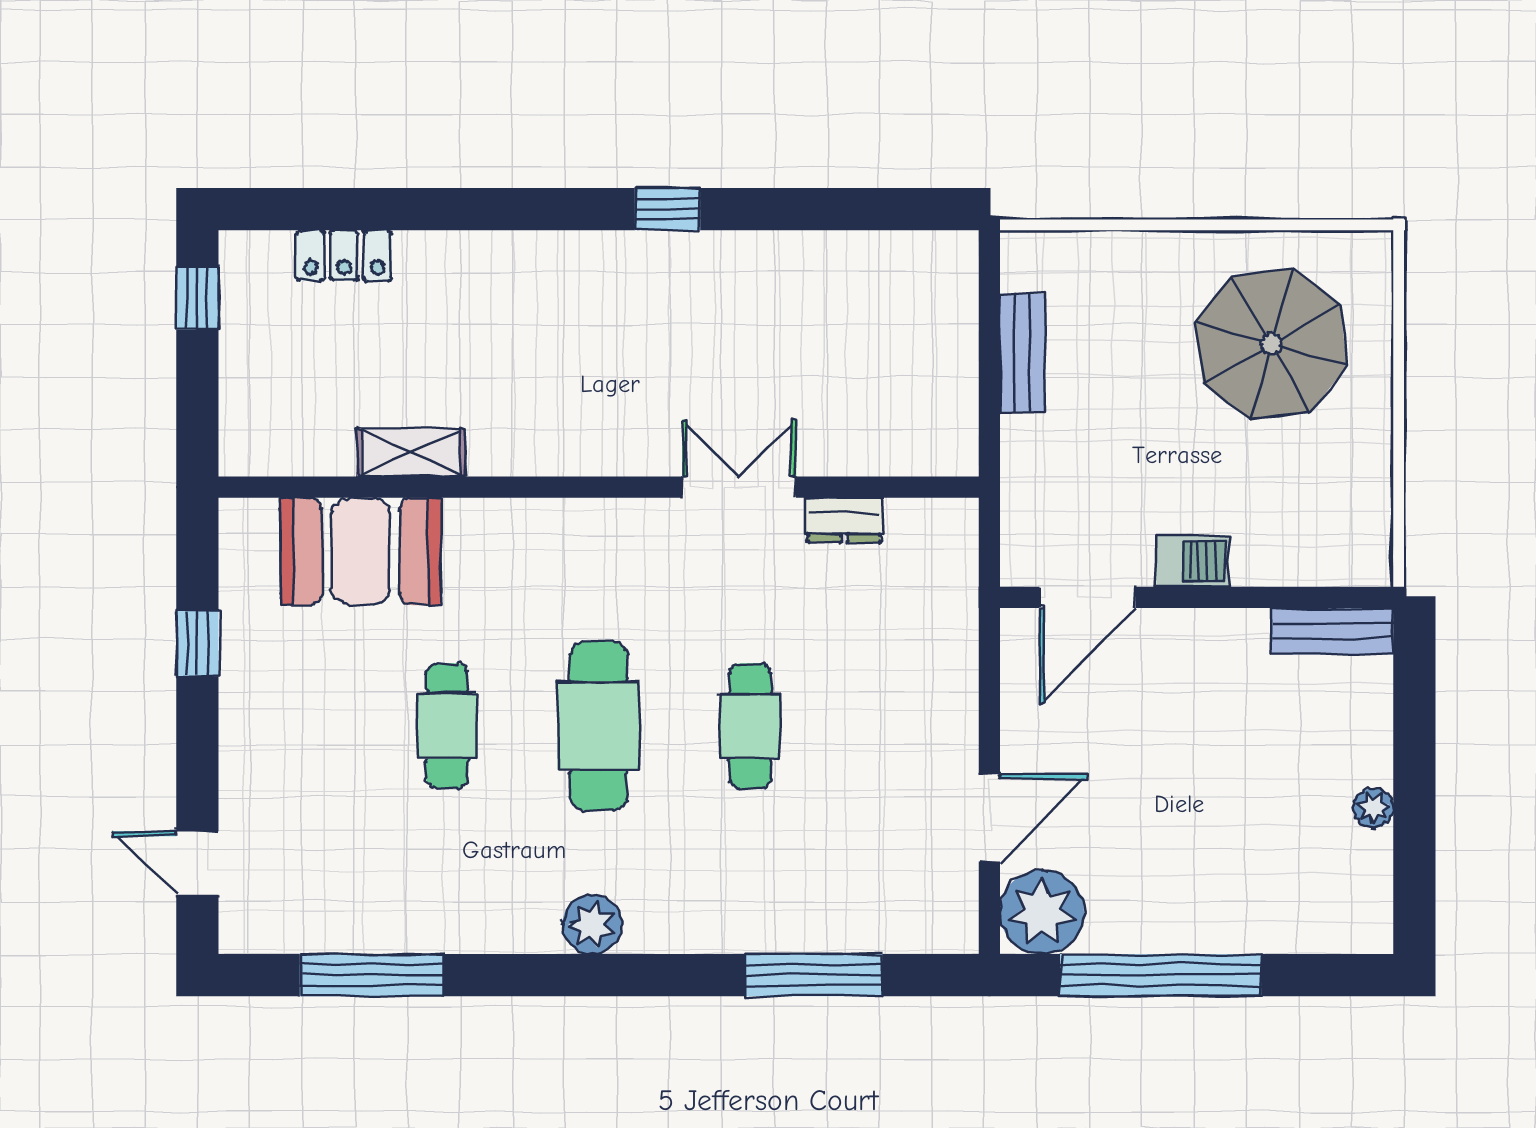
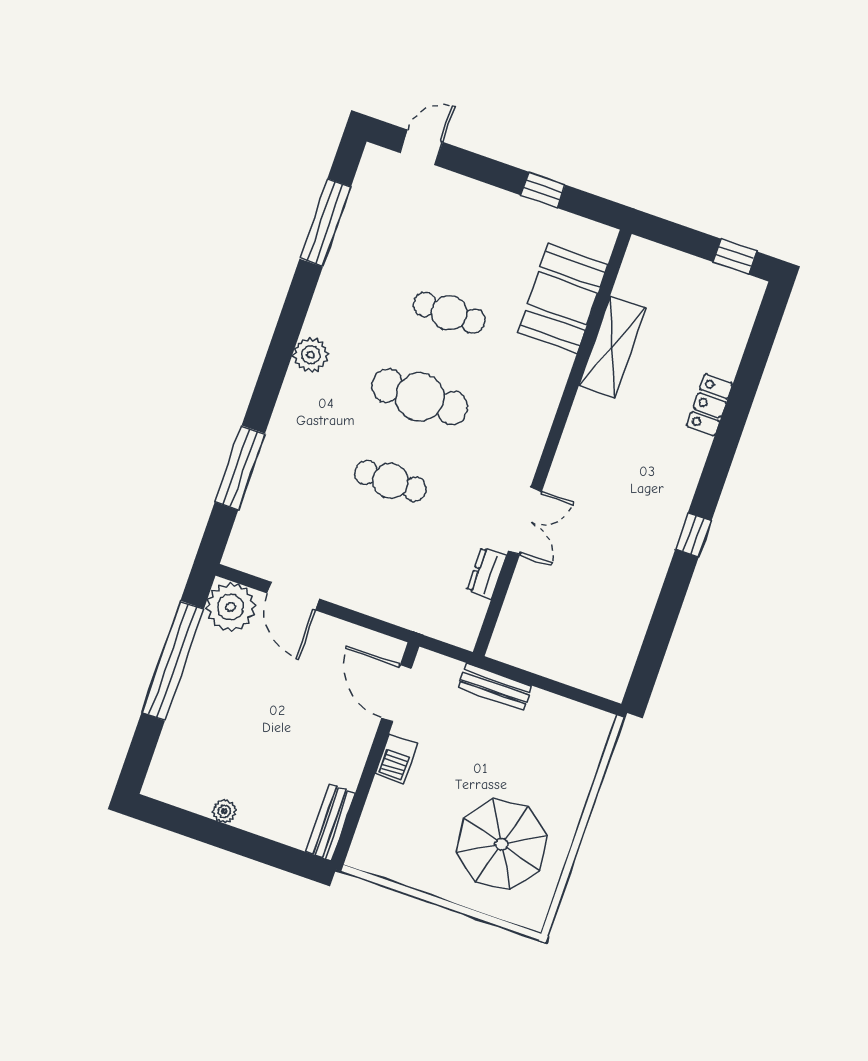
locker: (344, 256) -> (710, 405), moved
bench: (1023, 353) -> (495, 687), moved
shelving: (411, 453) -> (612, 347), width x1.50, depth x1.33

